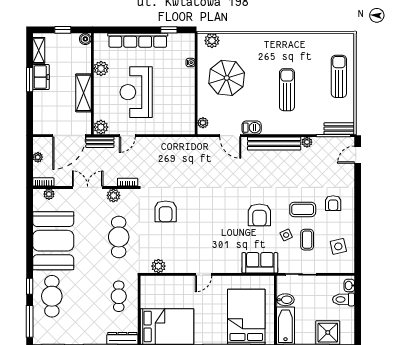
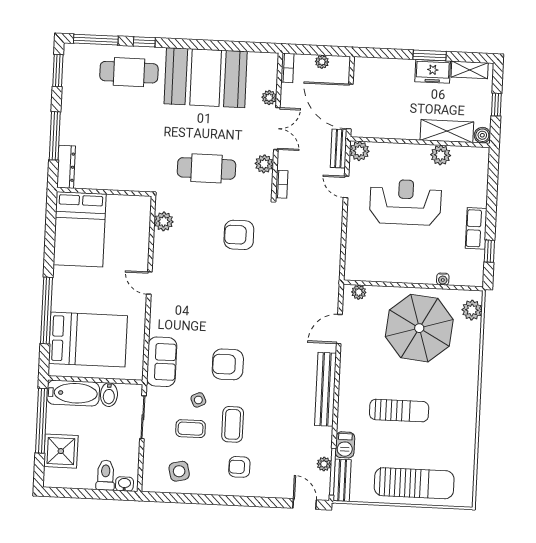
row of seats: (138, 40) -> (476, 228), width x0.50
sun lounger: (339, 76) -> (414, 483), width x1.36, depth x1.34
parasol: (227, 78) -> (419, 328), width x1.36, depth x1.36
shelving: (84, 93) -> (447, 131), moved
barbecue: (252, 128) -> (345, 445), moved
plant: (307, 142) -> (324, 464), moved
plant: (49, 194) -> (269, 98), moved
cafe table: (119, 296) -> (125, 165), removed

